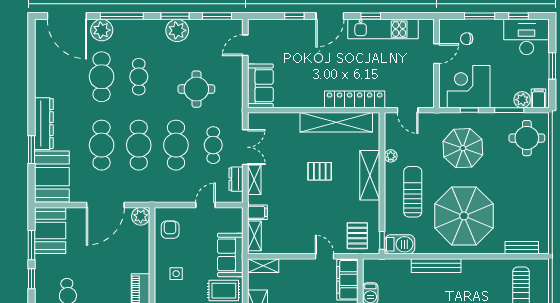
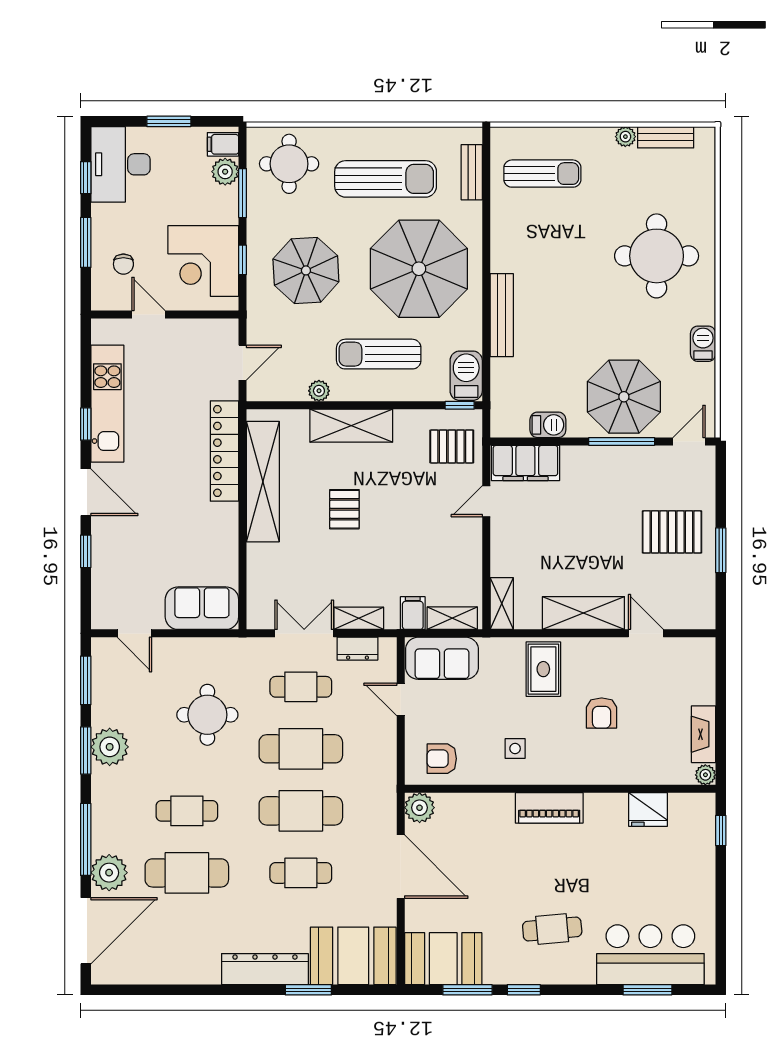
cafe table: (102, 145) -> (301, 873), width x0.73, depth x0.74
sun lounger: (518, 196) -> (386, 179), added
sofa: (230, 255) -> (442, 658), moved

